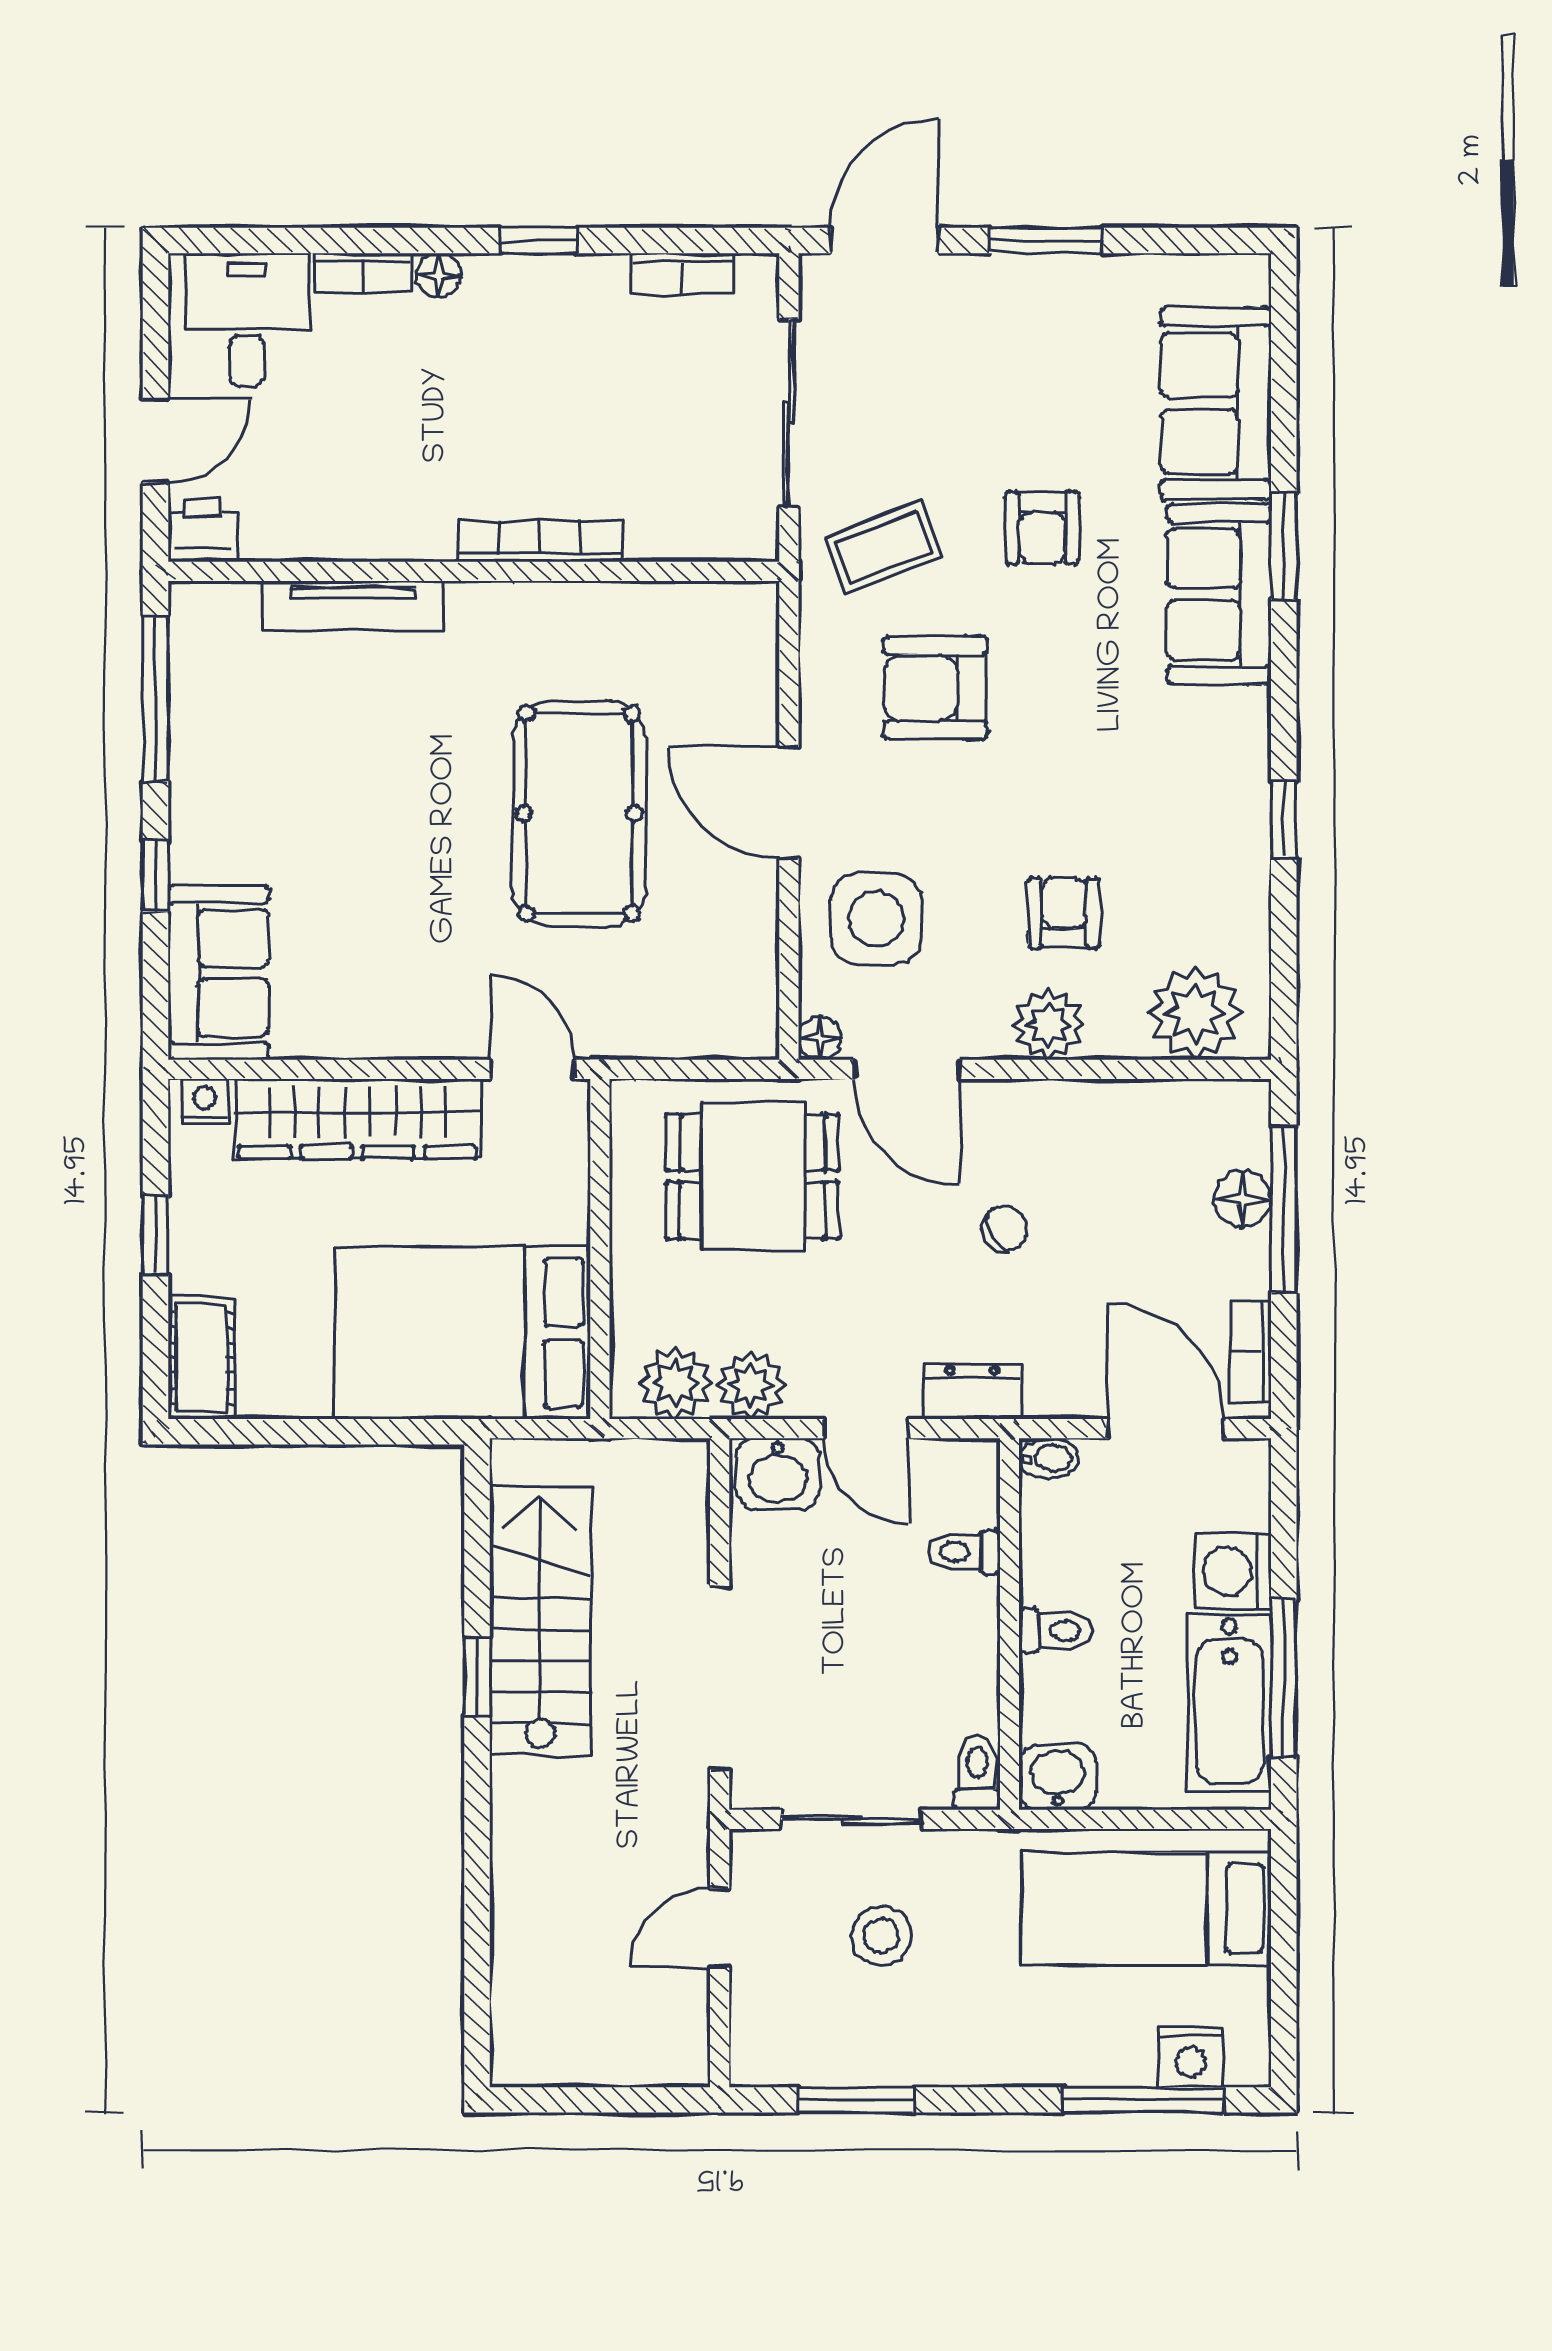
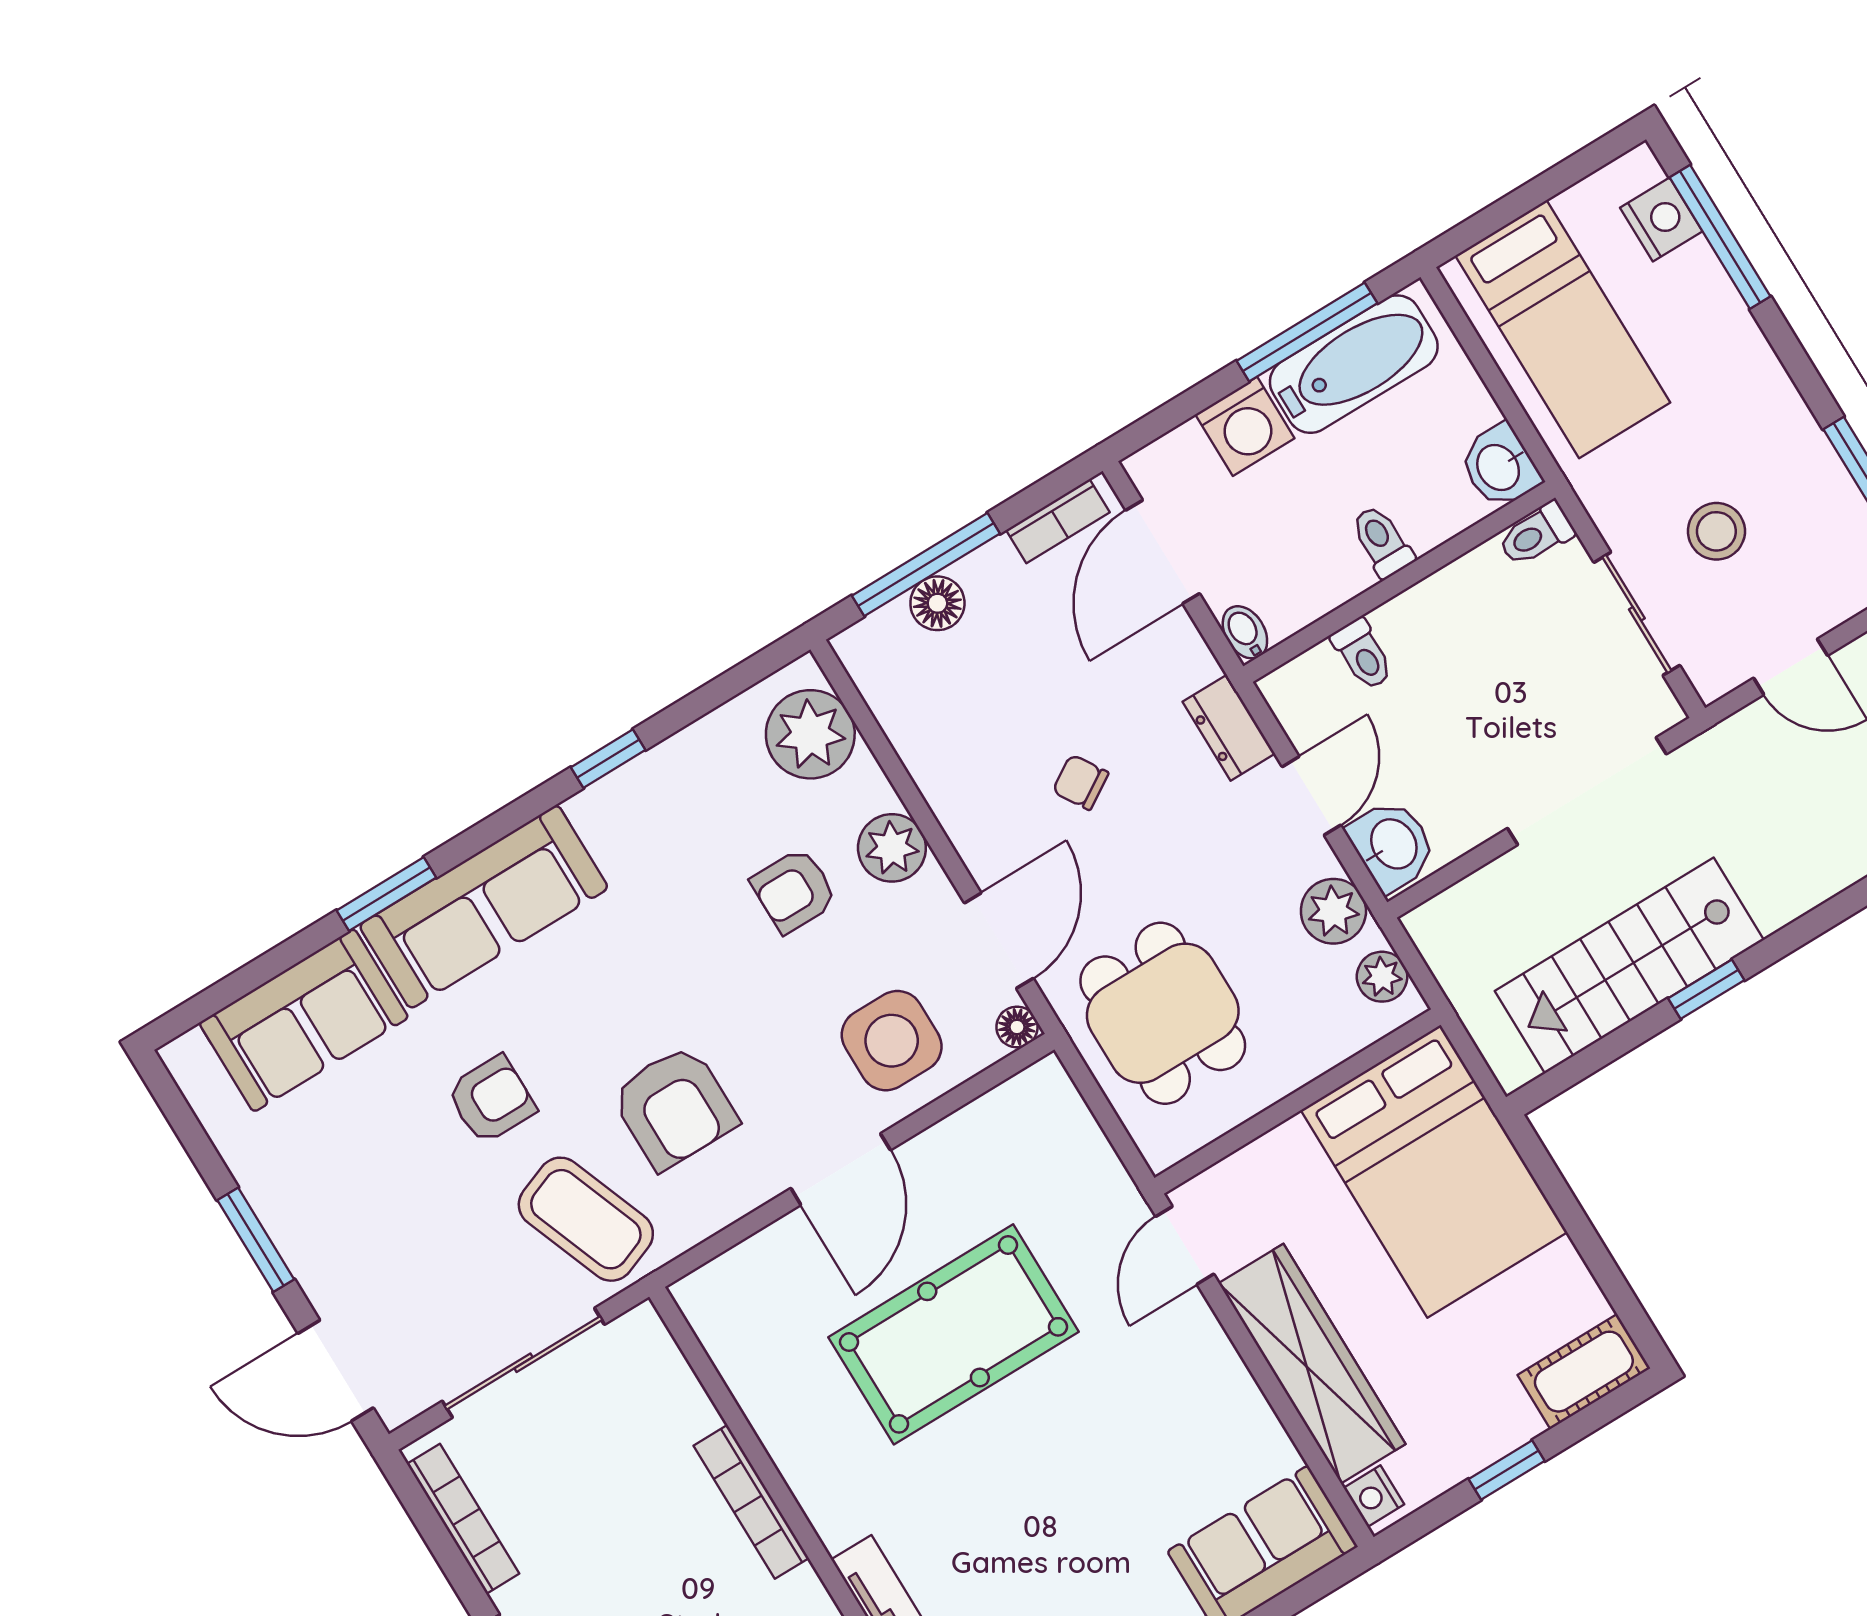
bookcase: (682, 274) -> (463, 1519), width x1.56
coffee table: (883, 547) -> (586, 1219), width x1.36, depth x1.30
sofa: (1219, 594) -> (484, 907), width x1.36
plant: (675, 1383) -> (1382, 977), width x0.73, depth x0.73

